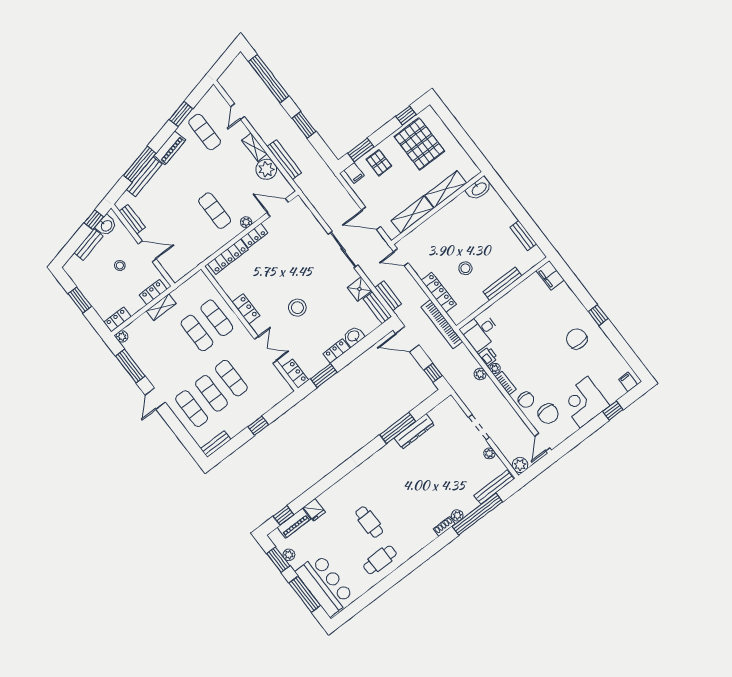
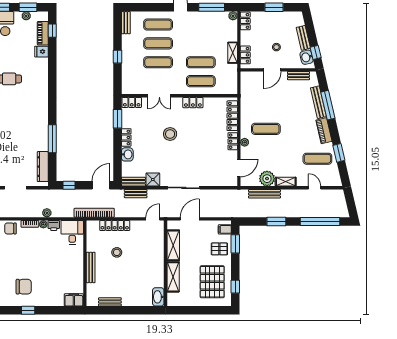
pallet: (419, 144) -> (212, 282), turned 90
dresser: (414, 431) -> (43, 167), moved

